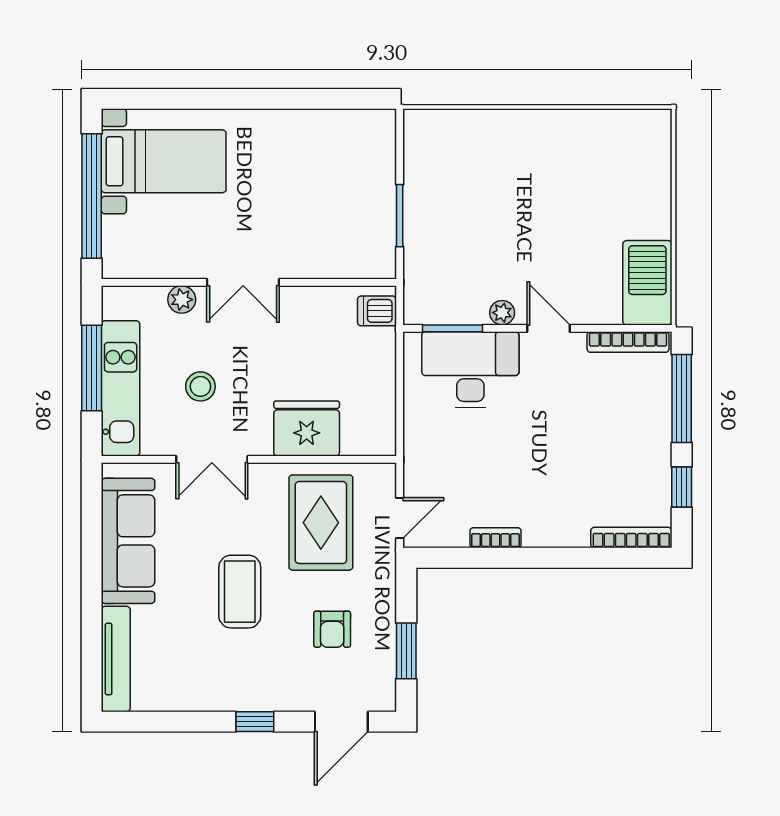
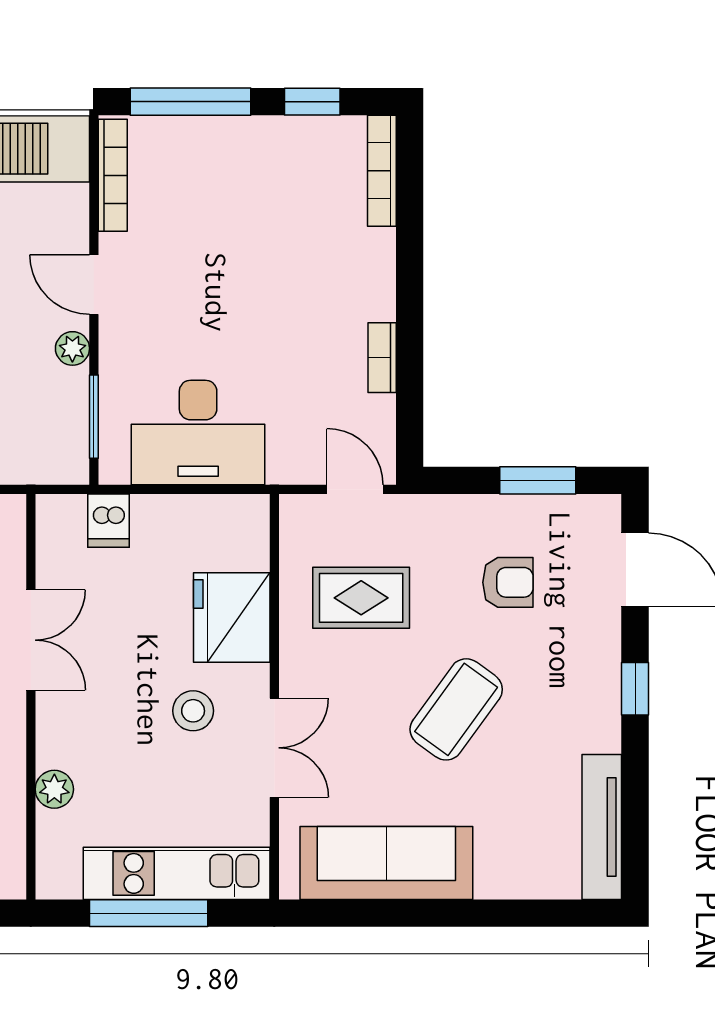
double door: (243, 282) -> (31, 640), moved
dishwasher: (377, 311) -> (108, 521), moved
door: (549, 328) -> (94, 285), hinge flipped
desk: (470, 370) -> (198, 433), moved, turned -90
stool: (200, 386) -> (193, 711), moved
rug: (321, 523) -> (361, 598), width x0.73, depth x0.70
coffee table: (240, 592) -> (456, 709), turned -54
tv unit: (116, 659) -> (602, 827), moved, turned -90

